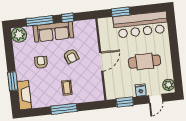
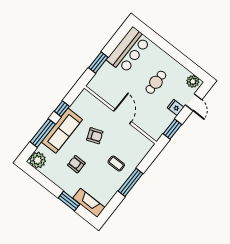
bar counter: (141, 25) -> (129, 50), width x0.73
cafe table: (144, 62) -> (156, 82), width x0.73, depth x0.74

